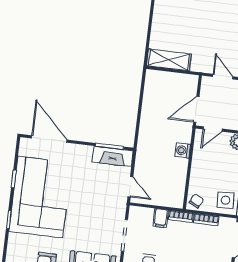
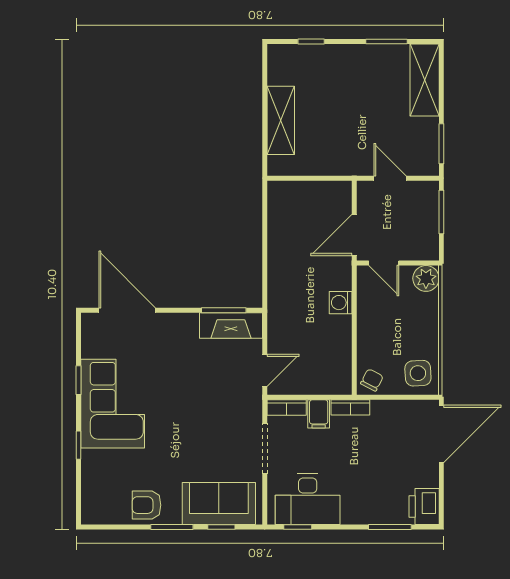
shelving: (169, 60) -> (281, 120), moved, turned 90
door: (213, 129) -> (384, 263), hinge flipped
door: (130, 187) -> (265, 370), hinge flipped
corner sofa: (40, 197) -> (113, 404), width x0.73, depth x0.74
bookcase: (206, 220) -> (287, 408), moved

